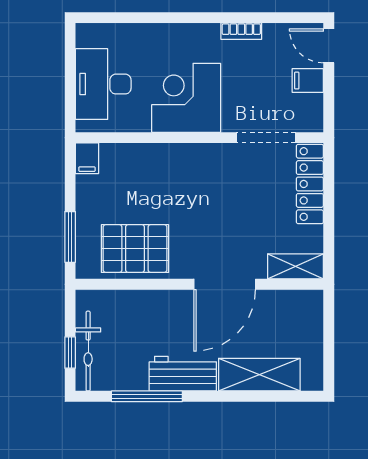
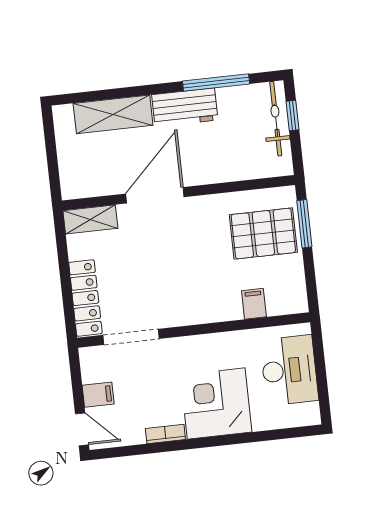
corner desk: (186, 98) -> (216, 403), moved, turned 180
filing cabinet: (87, 158) -> (254, 304), moved
pallet: (135, 249) -> (263, 233), moved

